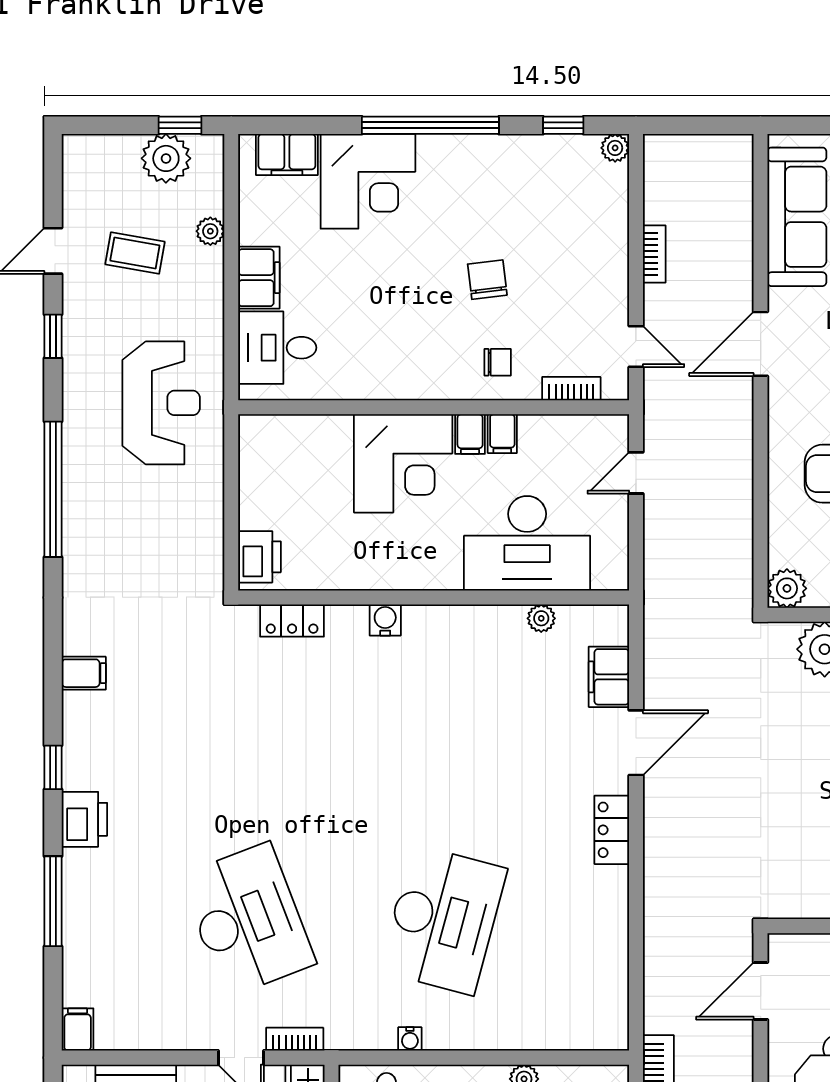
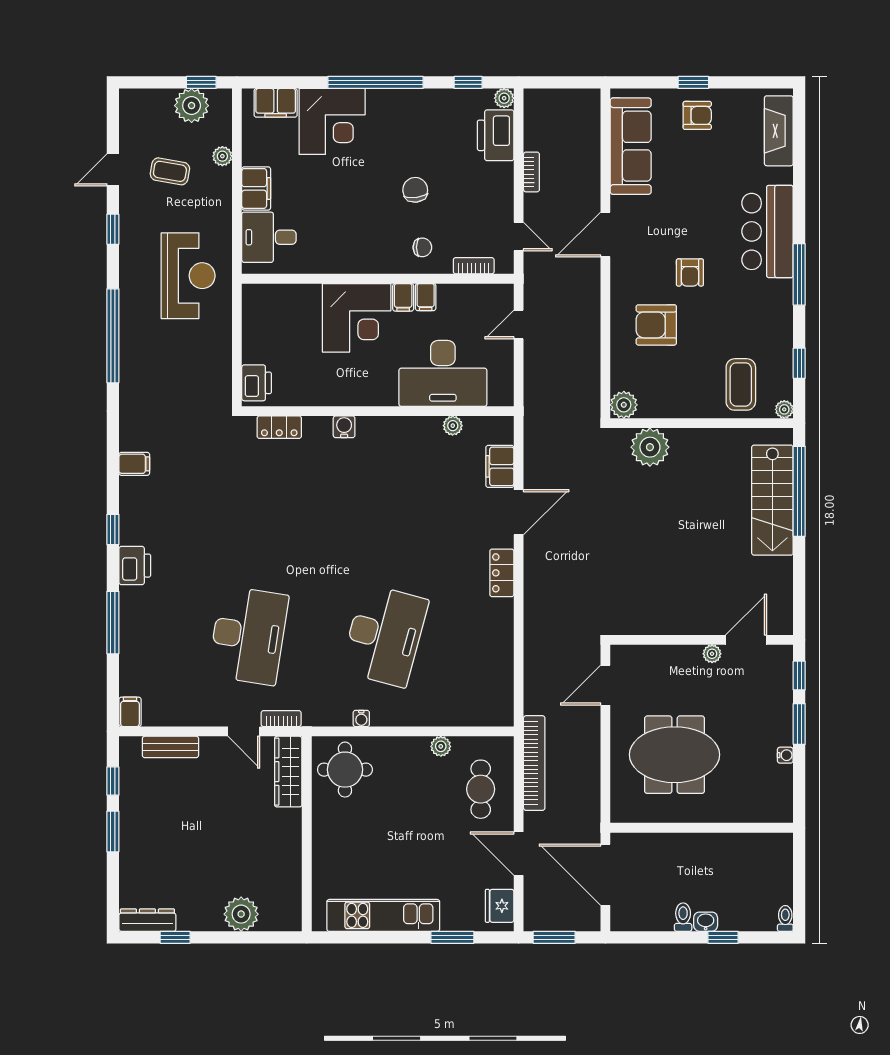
printer: (603, 201) -> (496, 135), added
desk: (248, 920) -> (248, 635), turned 30

